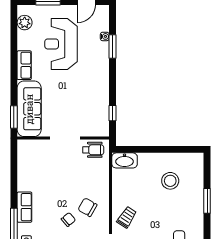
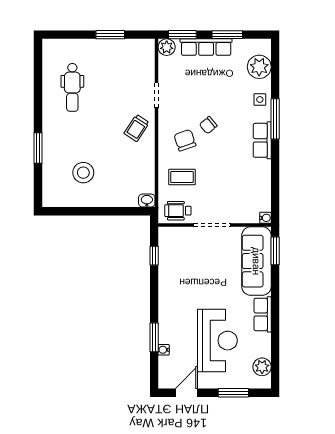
water cooler: (22, 144) -> (265, 218), added
washbasin: (125, 160) -> (147, 201), width x0.52, depth x0.69
coffee table: (90, 177) -> (182, 177), added
chair: (87, 207) -> (185, 140), turned -139

